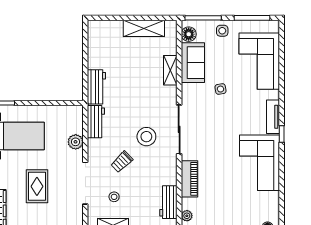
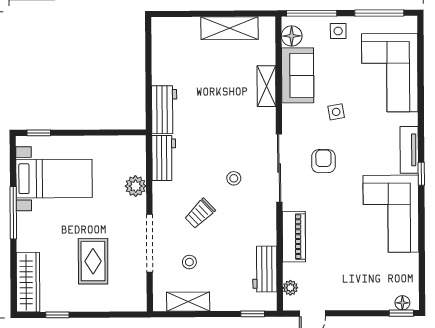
armchair: (211, 125) -> (323, 161), added
stool: (146, 137) -> (234, 178), width x0.53, depth x0.53
rug: (37, 186) -> (93, 261), moved

